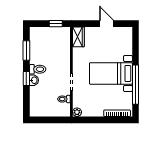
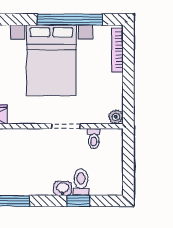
toilet: (38, 69) -> (81, 182), moved
bed with nightstands: (111, 73) -> (51, 60), width x1.36
window: (26, 78) -> (78, 201), moved

